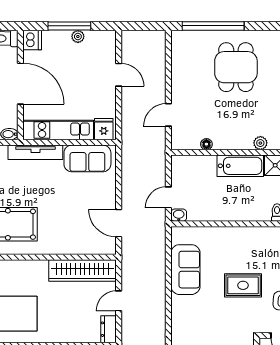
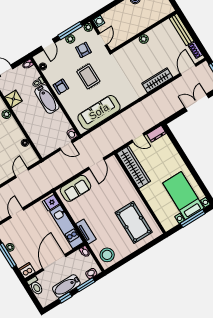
door: (168, 115) -> (22, 173), swing flipped
tv unit: (35, 152) -> (86, 232), width x0.71
sofa: (87, 158) -> (76, 188), moved, turned 90
bathtub: (240, 166) -> (47, 99), moved, turned 180
armchair: (252, 240) -> (61, 87), added
sofa: (185, 270) -> (99, 112), width x1.36

